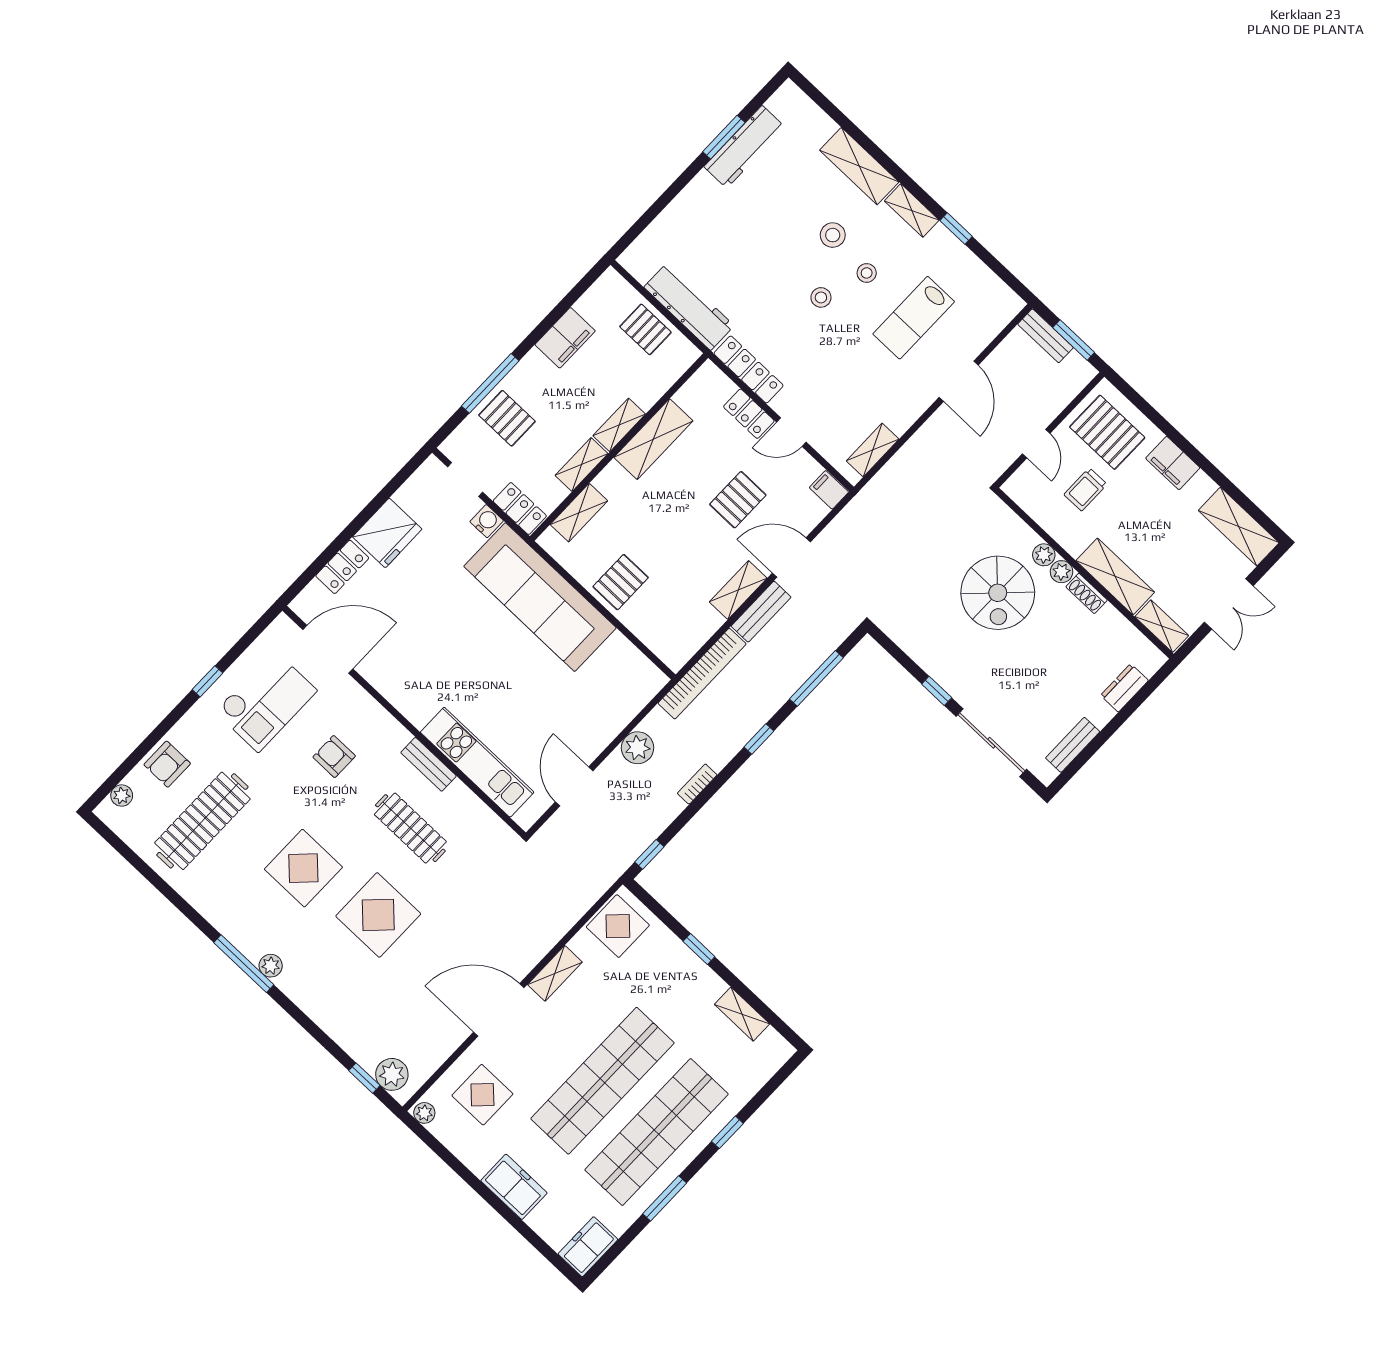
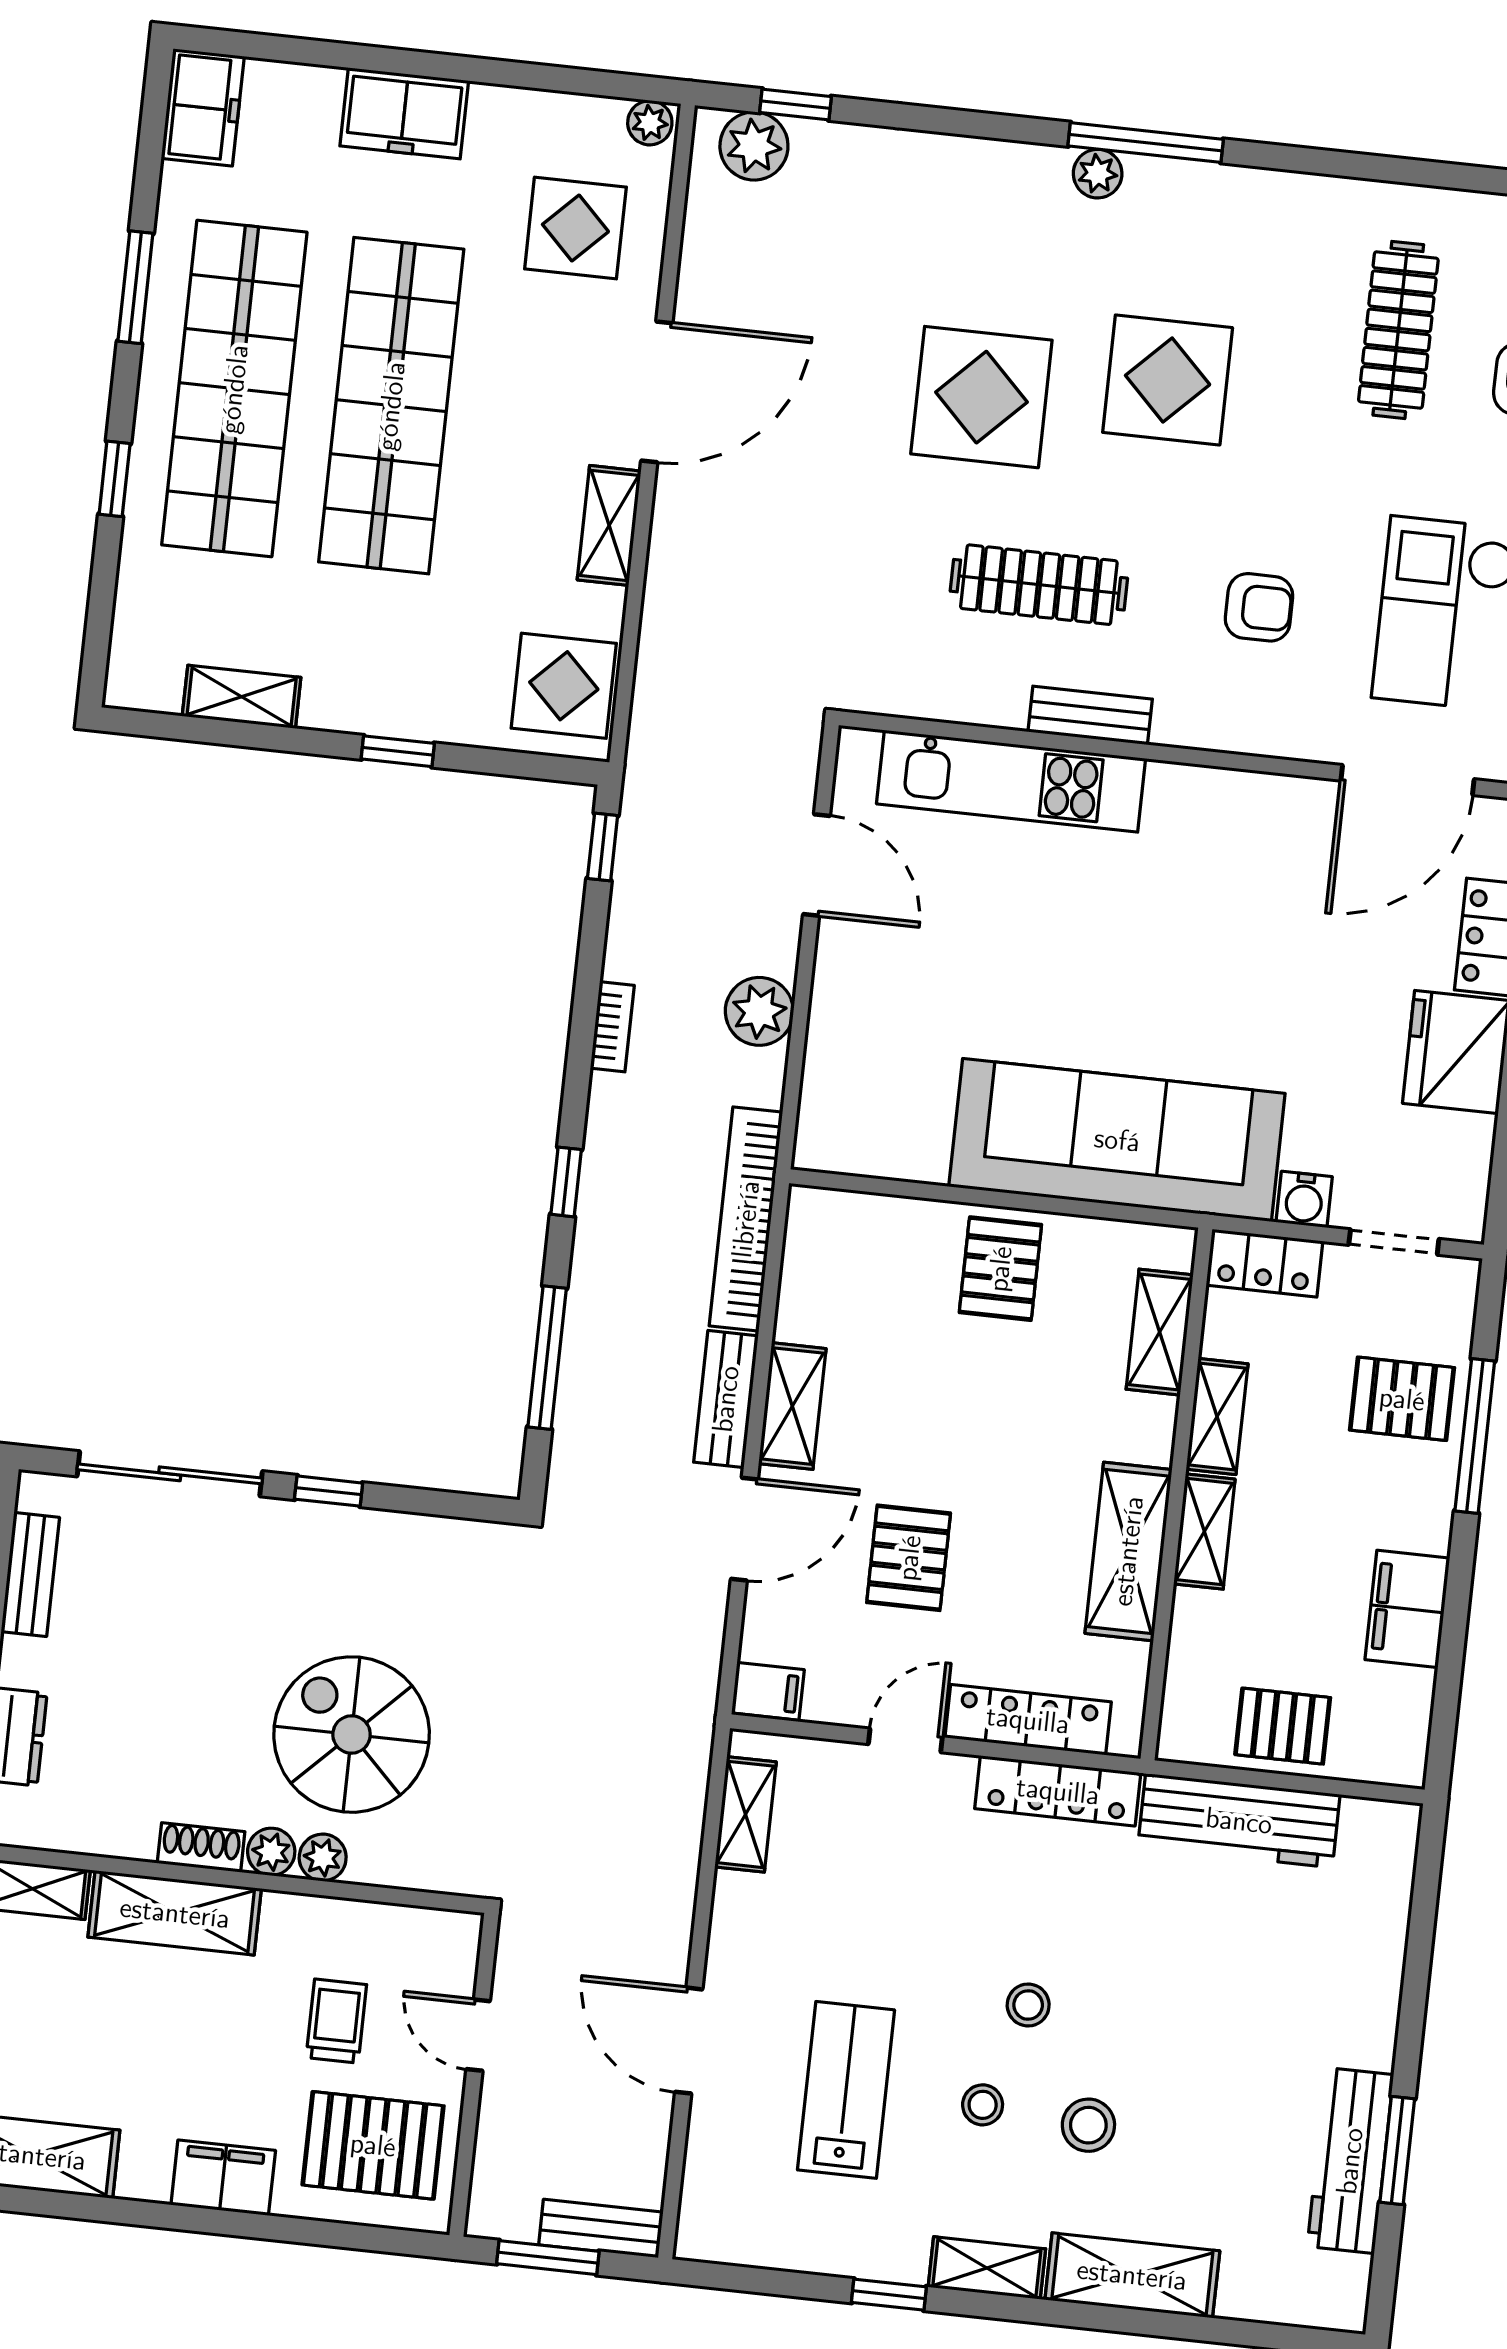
locker: (749, 414) -> (1028, 1720), width x1.53
clothes rail: (202, 821) -> (1398, 330), width x0.73, depth x0.76

